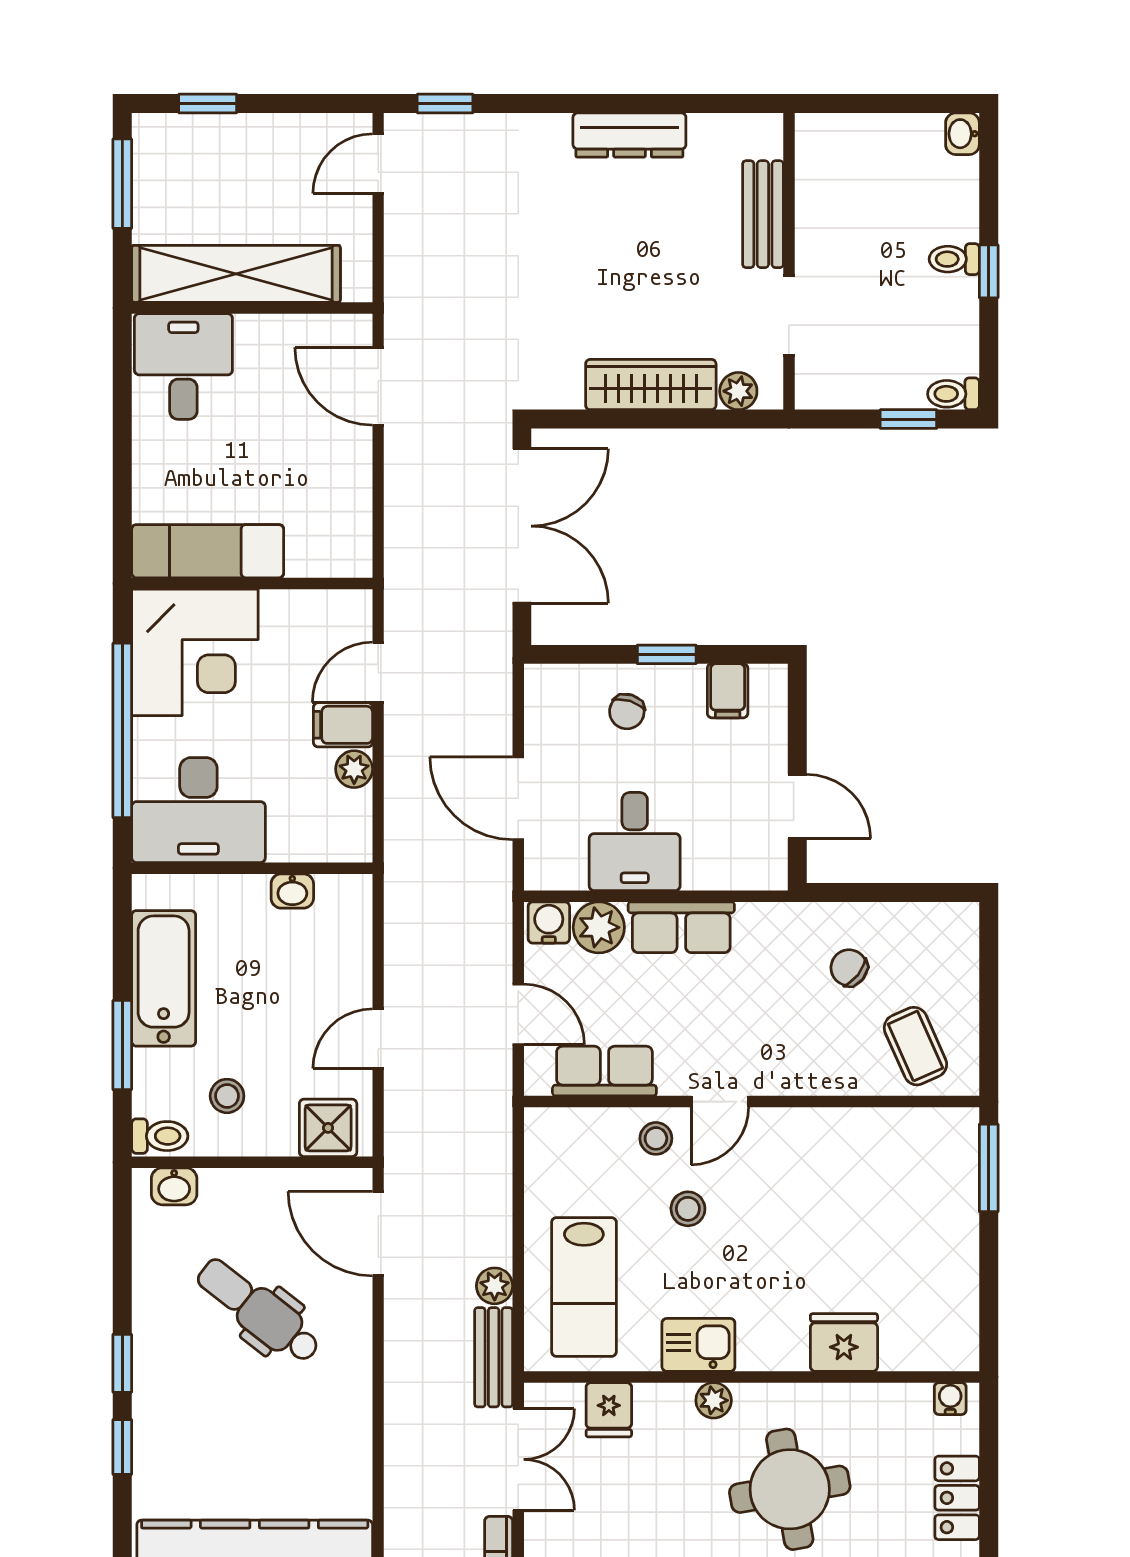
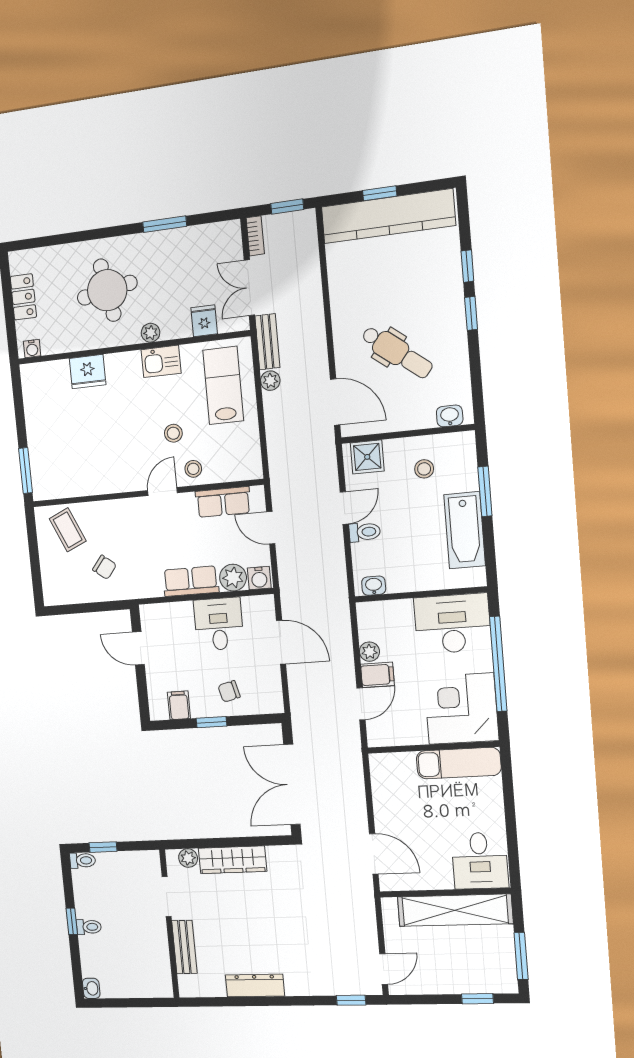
chair: (627, 712) -> (229, 691), turned -121
washbasin: (292, 891) -> (374, 586), moved
toilet: (160, 1136) -> (365, 532), moved, turned 180

